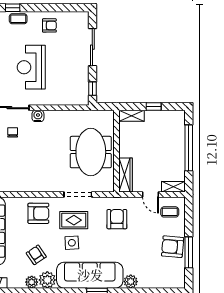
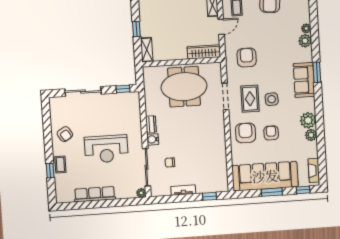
armchair: (49, 25) -> (65, 134), turned 147
dresser: (54, 115) -> (151, 124), added
armchair: (117, 219) -> (247, 58), turned 90
armchair: (36, 255) -> (271, 133), moved, turned 124
sofa: (90, 275) -> (304, 80), width x0.54, depth x0.79
plant: (143, 283) -> (306, 28), added

